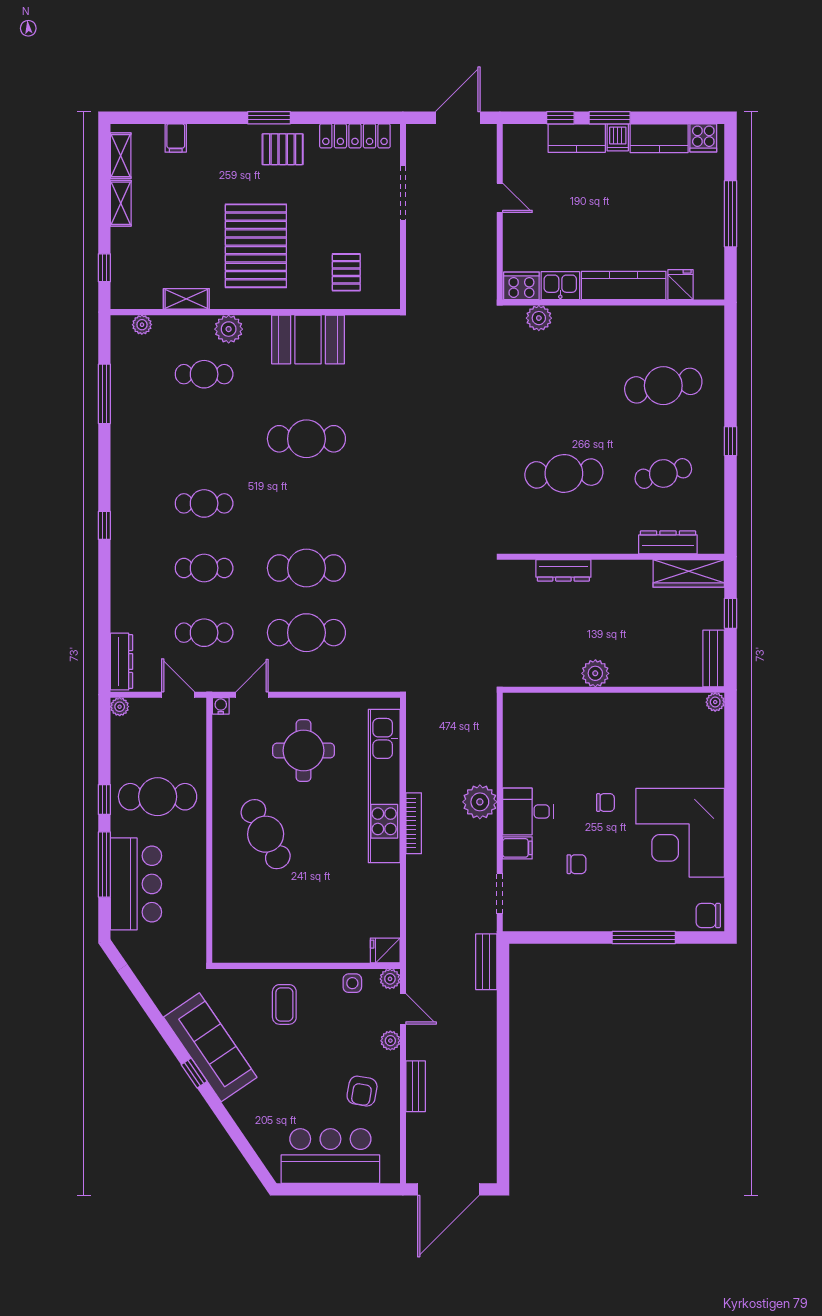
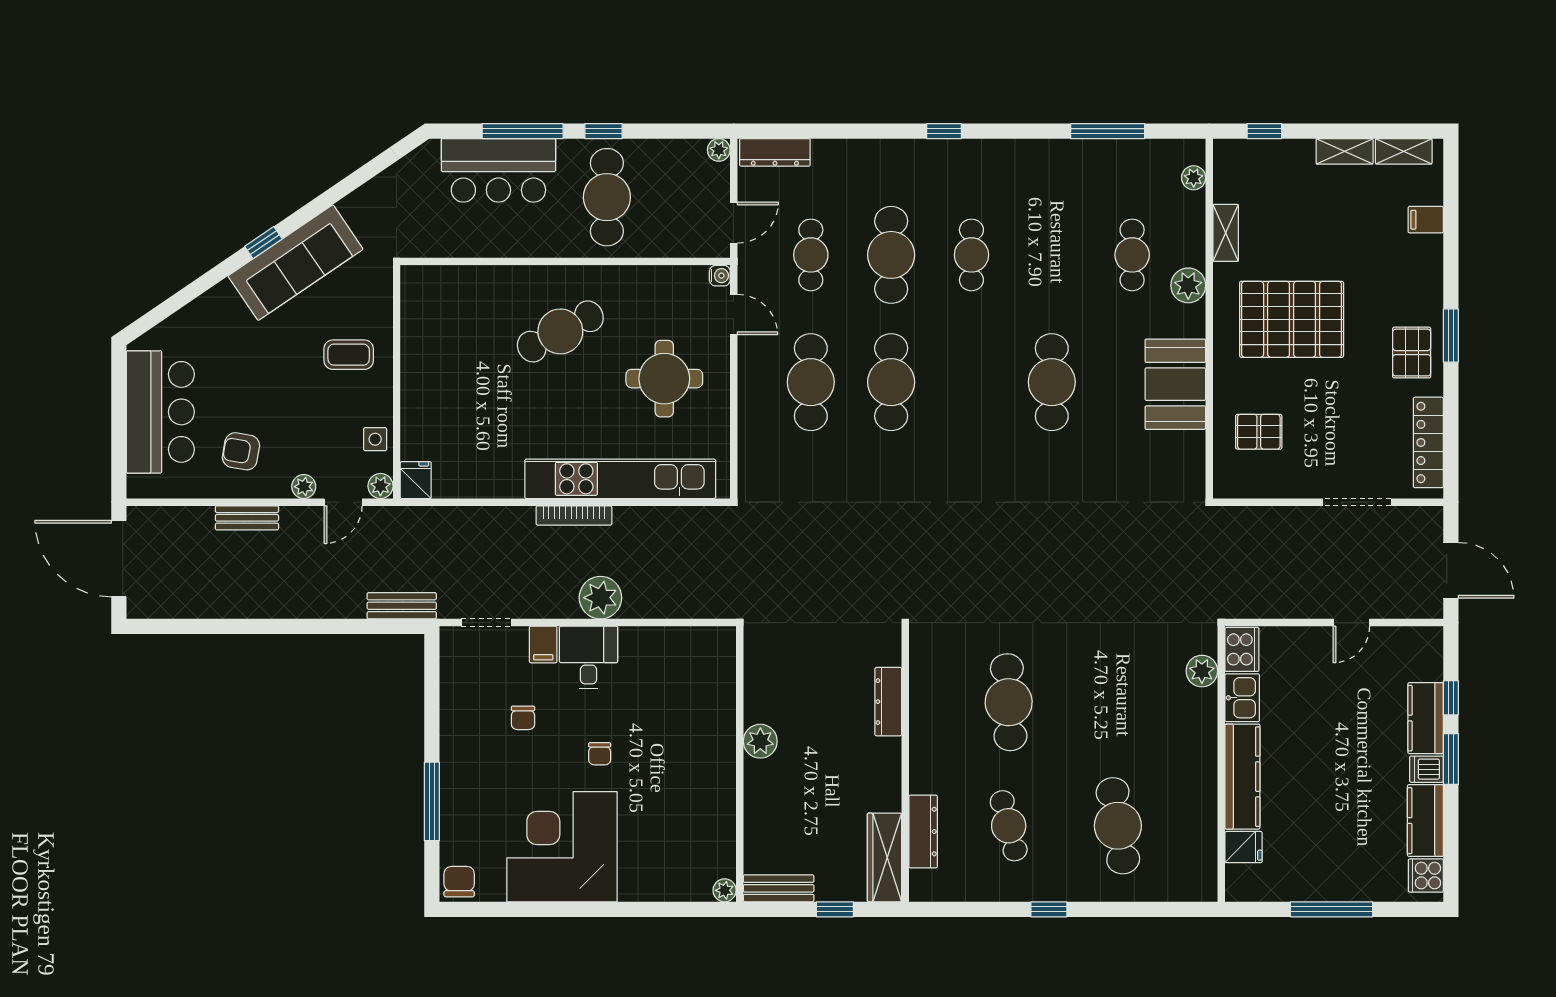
cafe table: (204, 568) -> (891, 255), width x1.37, depth x1.35

